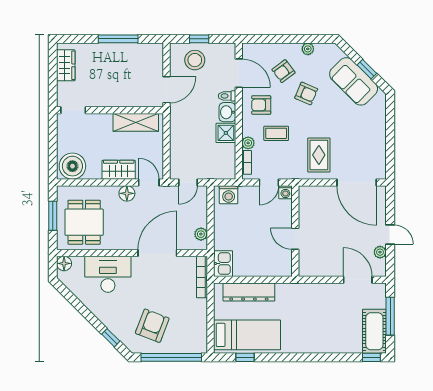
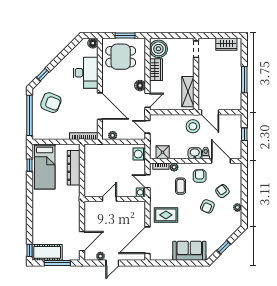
stool: (195, 60) -> (193, 126), moved
door: (239, 73) -> (221, 161), swing flipped
sofa: (354, 81) -> (189, 251), moved, turned 45
shower: (226, 133) -> (163, 152), moved
wardrobe: (119, 170) -> (156, 70), moved
kitchen sink: (223, 264) -> (93, 150), removed

